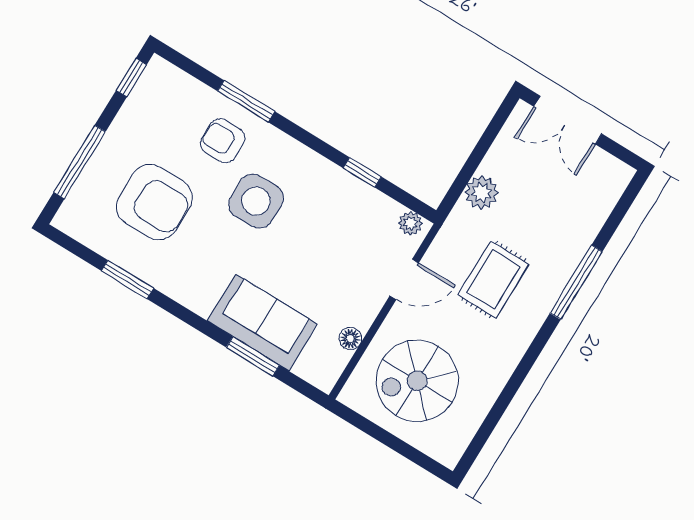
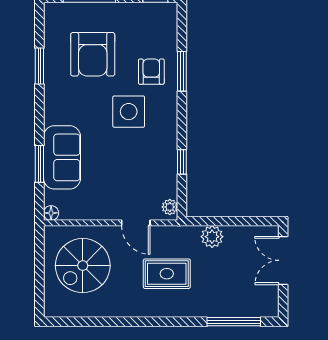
window: (576, 282) -> (234, 322), moved
floor lamp: (350, 339) -> (51, 213), moved
spiral stairs: (417, 381) -> (83, 266), turned -90

